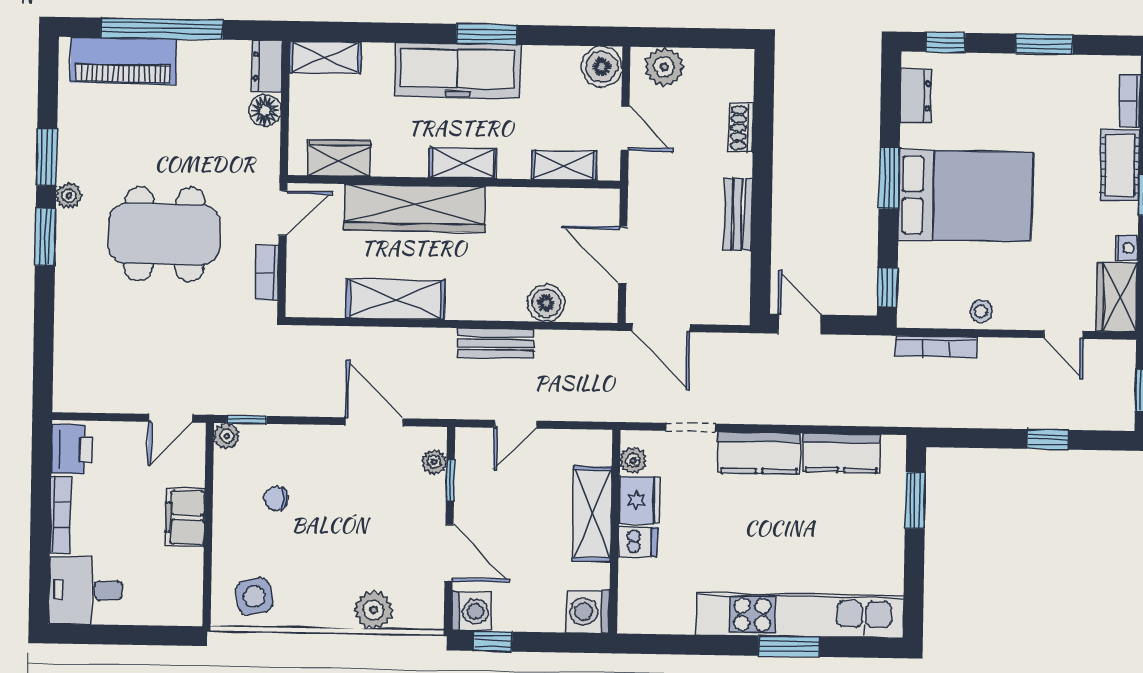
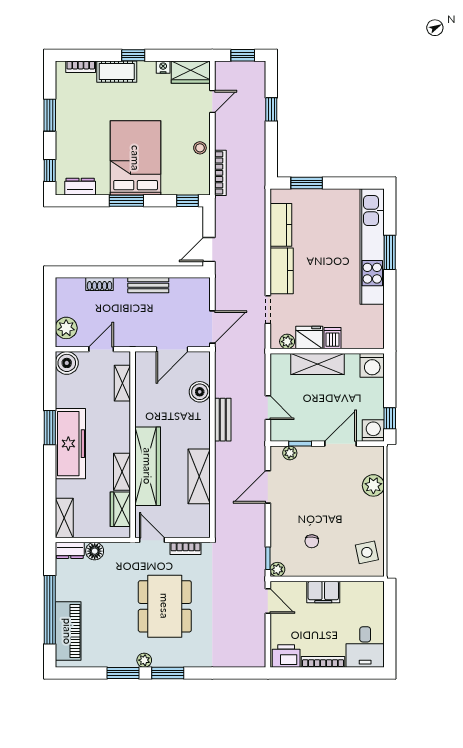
shelving: (463, 163) -> (122, 472), moved

